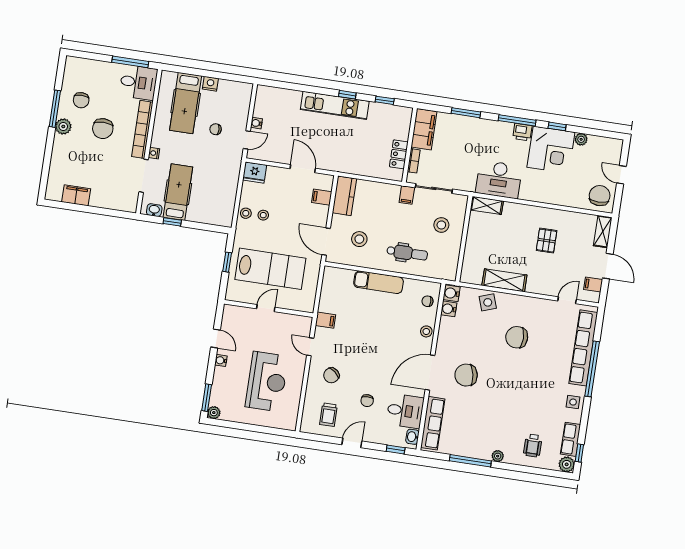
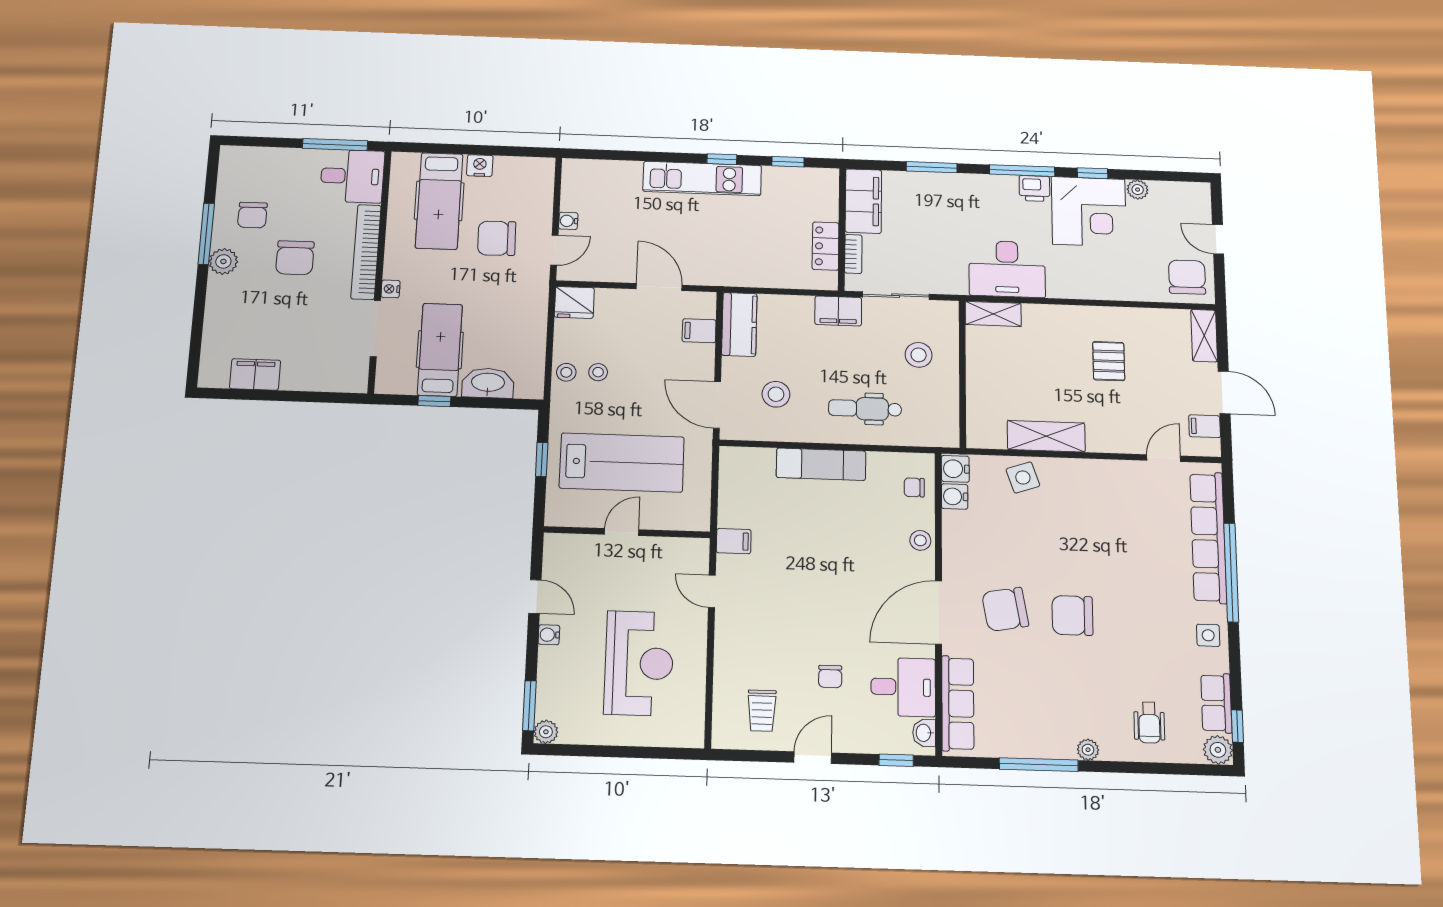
chair: (216, 129) -> (497, 238), width x1.87, depth x1.87
filing cabinet: (407, 195) -> (838, 311), width x2.00
washbasin: (154, 210) -> (488, 383), moved, width x1.91, depth x1.45
dental chair: (407, 253) -> (865, 409), turned 180
chair: (517, 337) -> (1072, 615), moved
chair: (331, 375) -> (758, 638), removed

